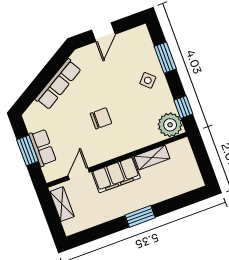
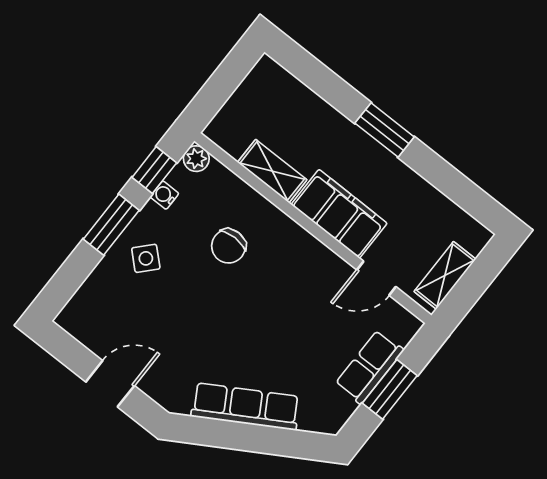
window: (165, 58) -> (111, 225), moved
water cooler: (170, 105) -> (164, 195), added
chair: (101, 118) -> (229, 246), moved, turned -90
plant: (170, 125) -> (196, 159), width x0.53, depth x0.53

